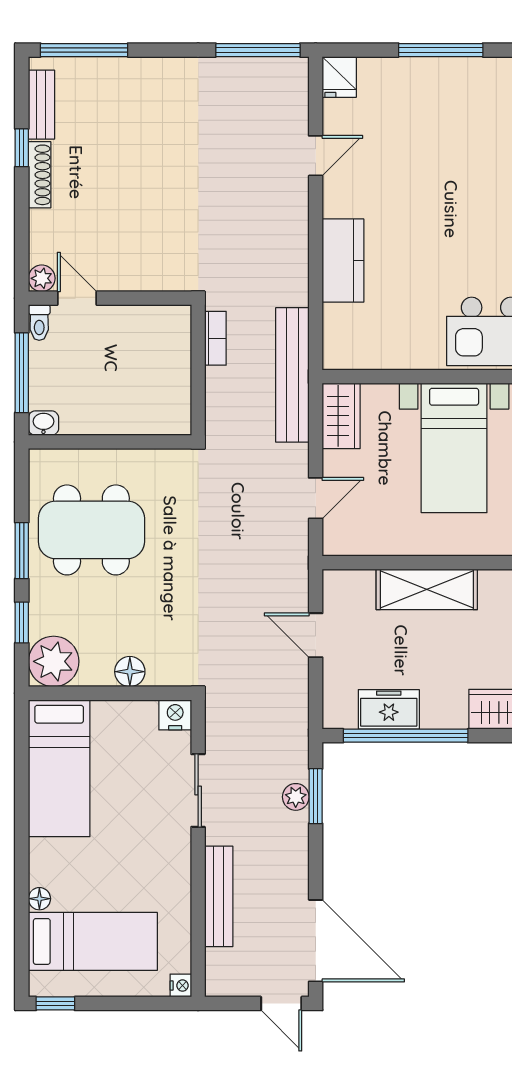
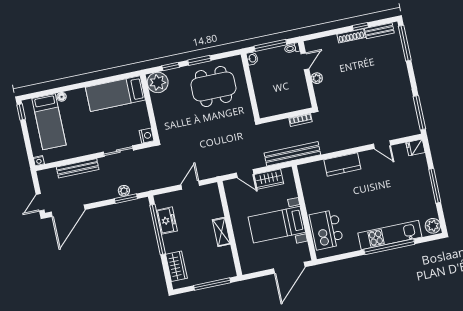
plant: (42, 278) -> (317, 78), moved
wardrobe: (341, 416) -> (269, 179), moved
dining table: (91, 530) -> (213, 87), turned 90
shelving: (427, 589) -> (221, 232), width x0.67, depth x0.75
floor lamp: (130, 672) -> (160, 114), removed

